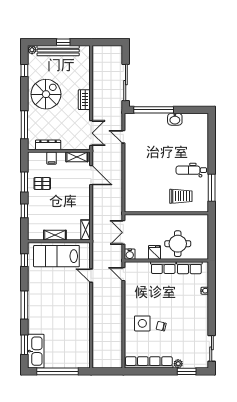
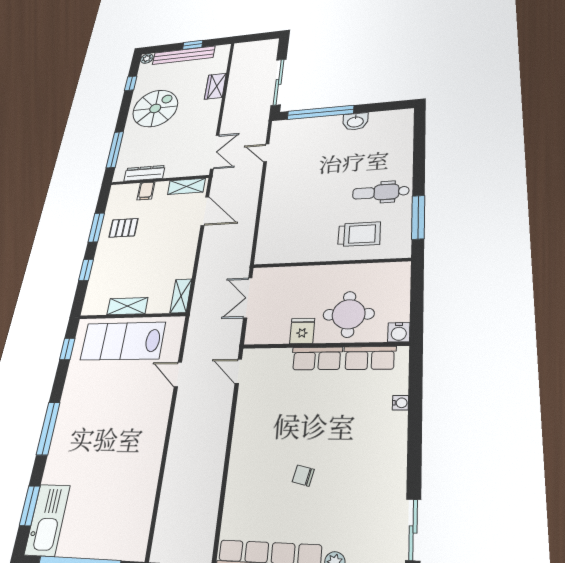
wardrobe: (84, 100) -> (215, 86), moved
water cooler: (130, 254) -> (399, 332), moved
side table: (142, 323) -> (264, 469), removed

